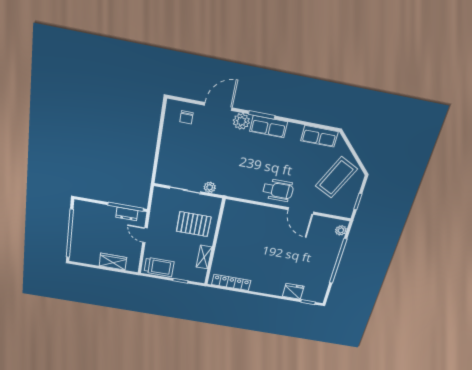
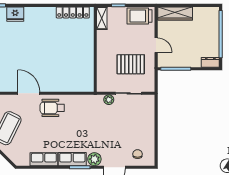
row of seats: (319, 136) -> (44, 159), moved
dresser: (127, 214) -> (210, 62), moved
pallet: (194, 224) -> (131, 64), moved
shelving: (204, 257) -> (102, 18), moved
wardrobe: (113, 262) -> (175, 13), width x1.50

